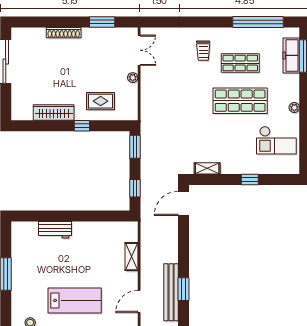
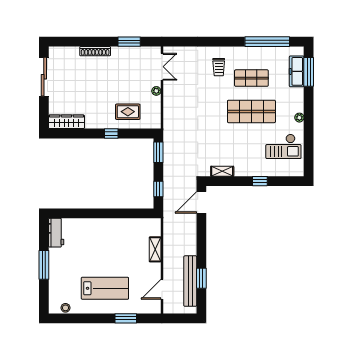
wardrobe: (54, 112) -> (66, 122), moved
workbench: (55, 230) -> (56, 233), moved, turned -90

